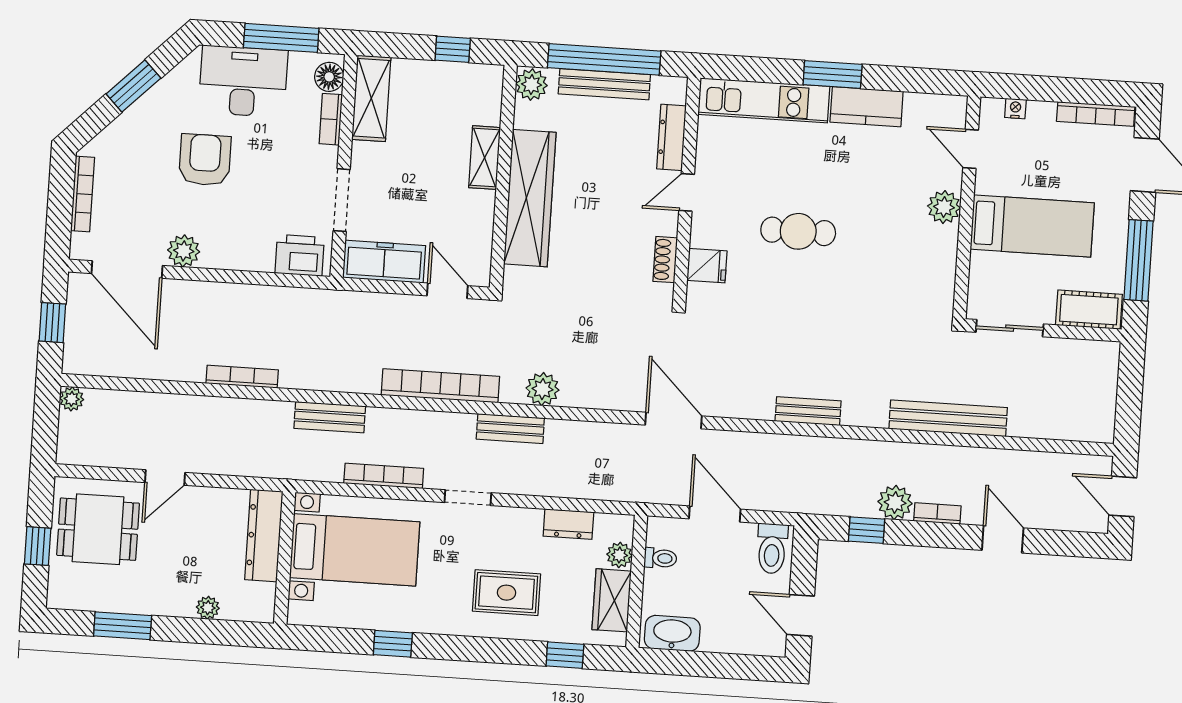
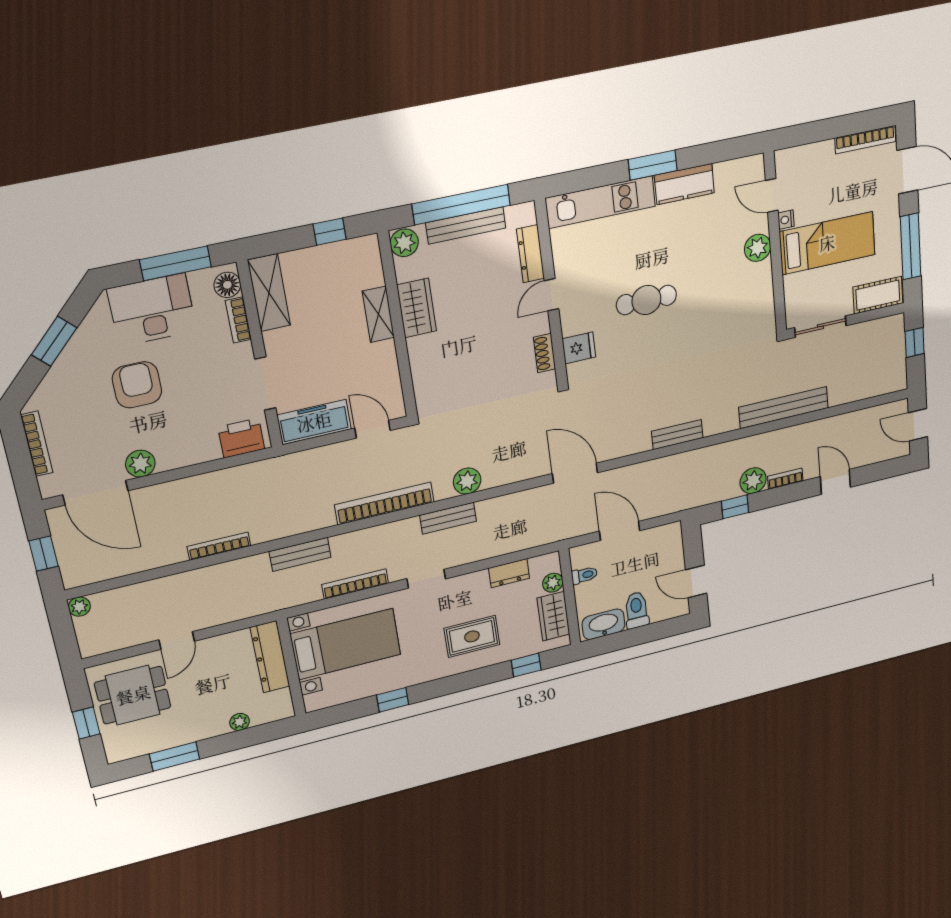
nightstand: (1015, 108) -> (786, 220), moved, turned -90
wardrobe: (530, 198) -> (417, 308), width x0.48, depth x0.85
window: (1130, 385) -> (915, 342), added
toilet: (772, 549) -> (637, 610), moved, turned 180

